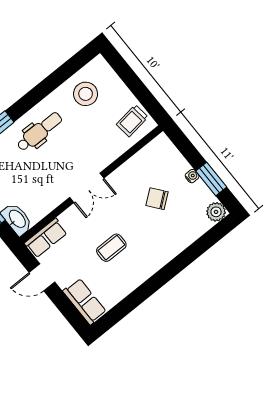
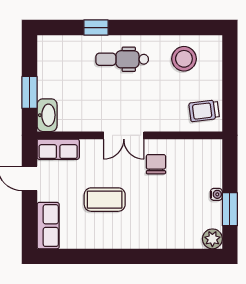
dental chair: (39, 132) -> (122, 59), turned 180
chair: (157, 199) -> (156, 164), moved, turned 38
coffee table: (111, 248) -> (105, 200), width x1.36, depth x1.30

